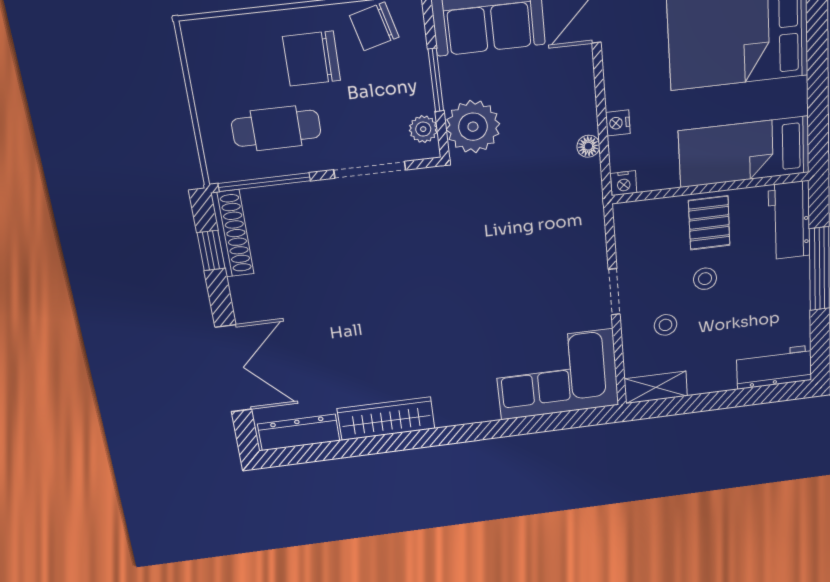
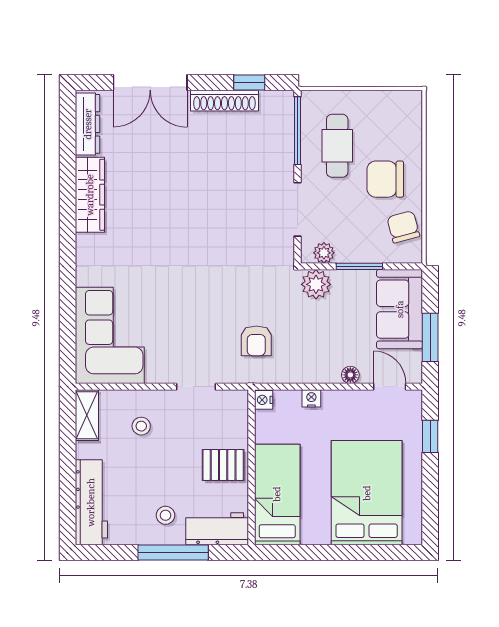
chair: (312, 59) -> (385, 179), turned -90
plant: (473, 127) -> (316, 284), width x0.73, depth x0.73
floor lamp: (588, 146) -> (350, 375), moved
armchair: (548, 201) -> (256, 341), added
shoe rack: (233, 234) -> (224, 101), moved
stool: (705, 279) -> (166, 515), moved
doorway: (614, 292) -> (196, 387), moved
workbench: (774, 367) -> (91, 502), width x1.38

